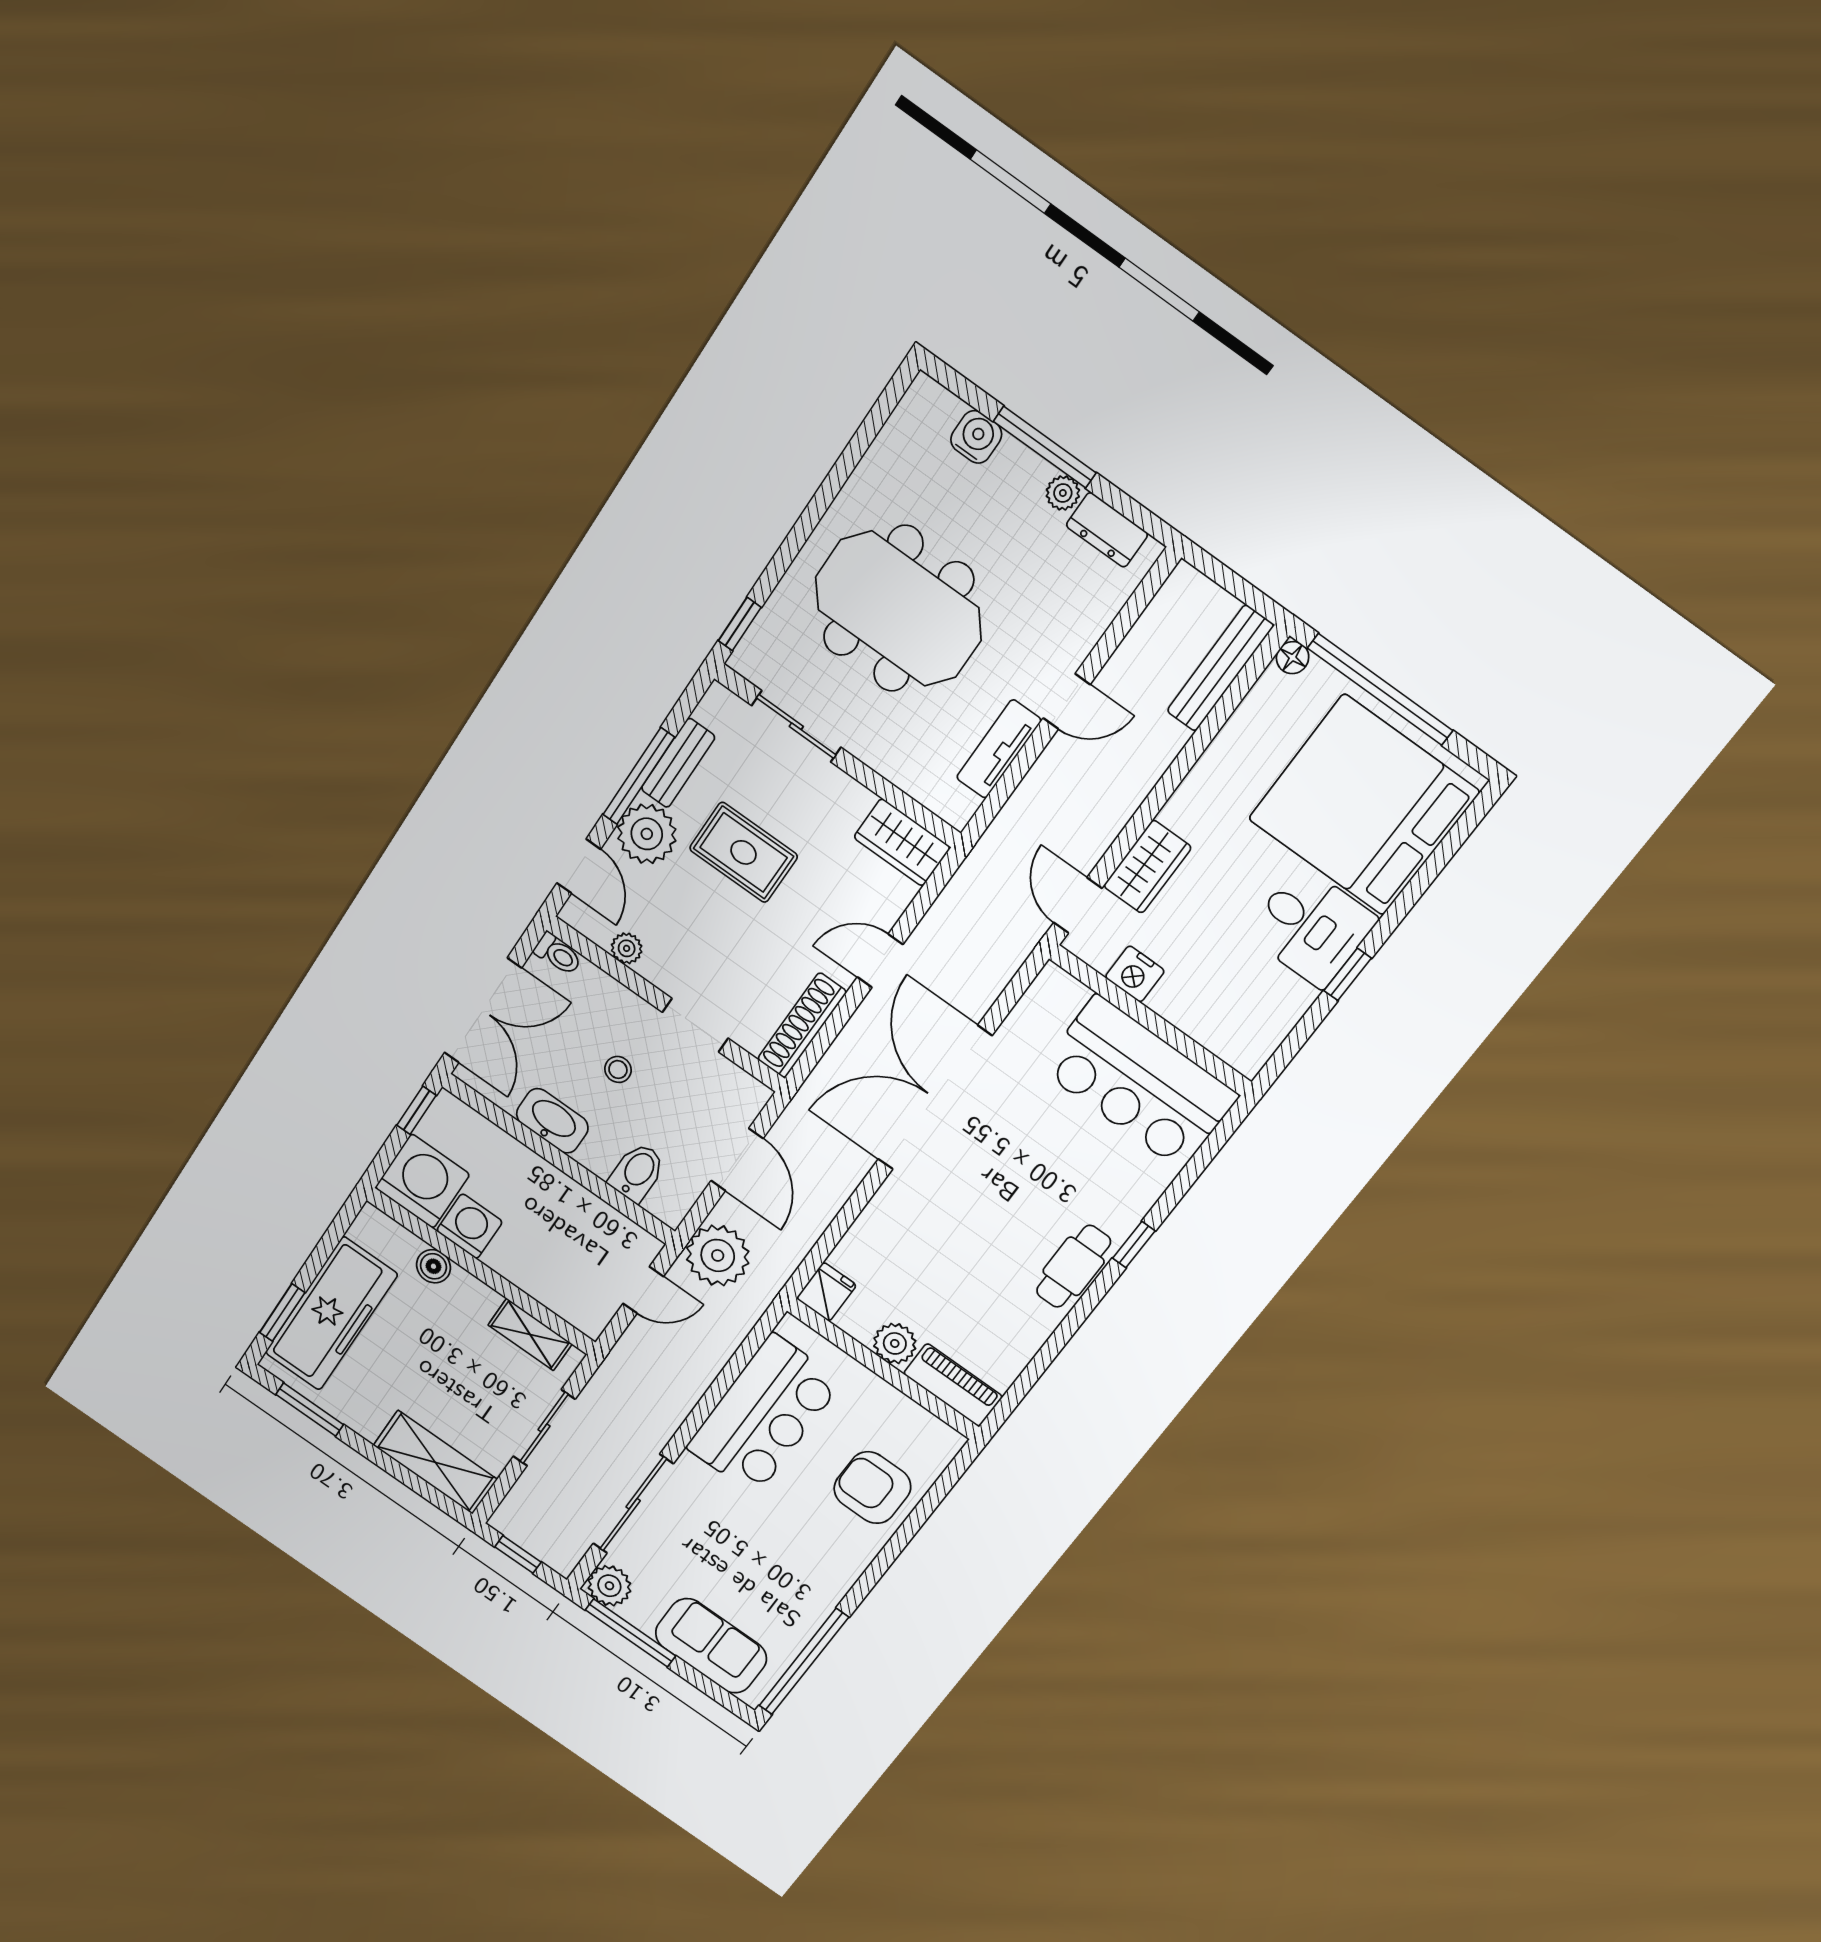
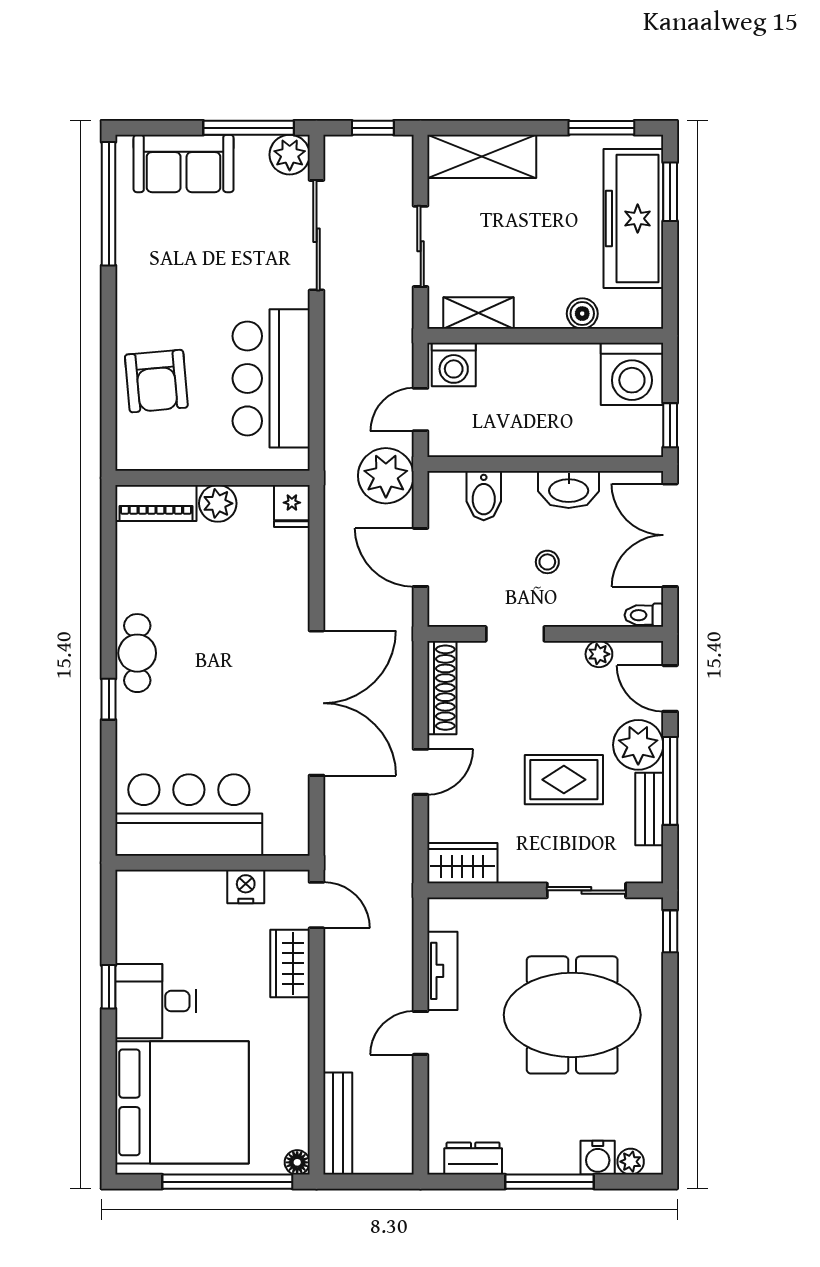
plant: (1063, 493) -> (631, 1162), moved
washing machine: (469, 1226) -> (454, 365), moved
armchair: (872, 1488) -> (156, 381), turned 85

